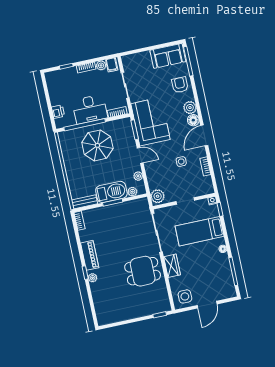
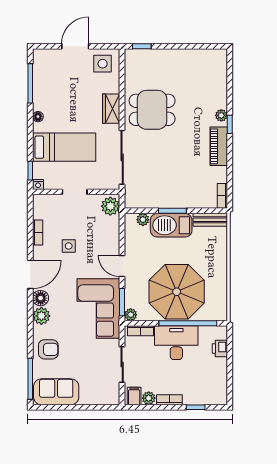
armchair: (180, 85) -> (48, 349), turned -90
parasol: (97, 145) -> (177, 292), width x1.36, depth x1.36
plant: (138, 176) -> (131, 315), moved

